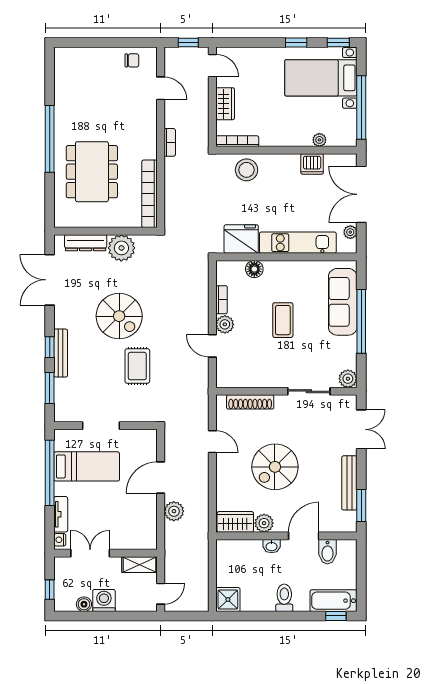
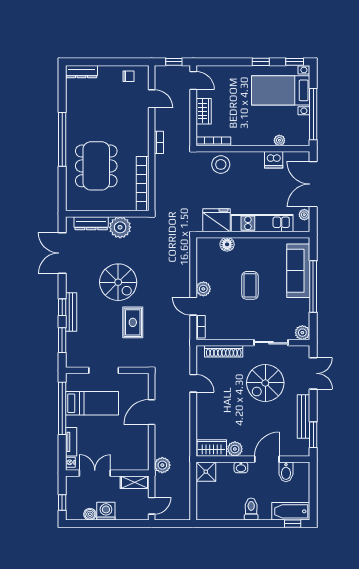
dresser: (74, 55) -> (82, 72), added
bookcase: (221, 300) -> (201, 327), moved
spiral stairs: (275, 467) -> (265, 383), moved
plant: (174, 511) -> (162, 465), moved
shower: (228, 600) -> (206, 472), moved

